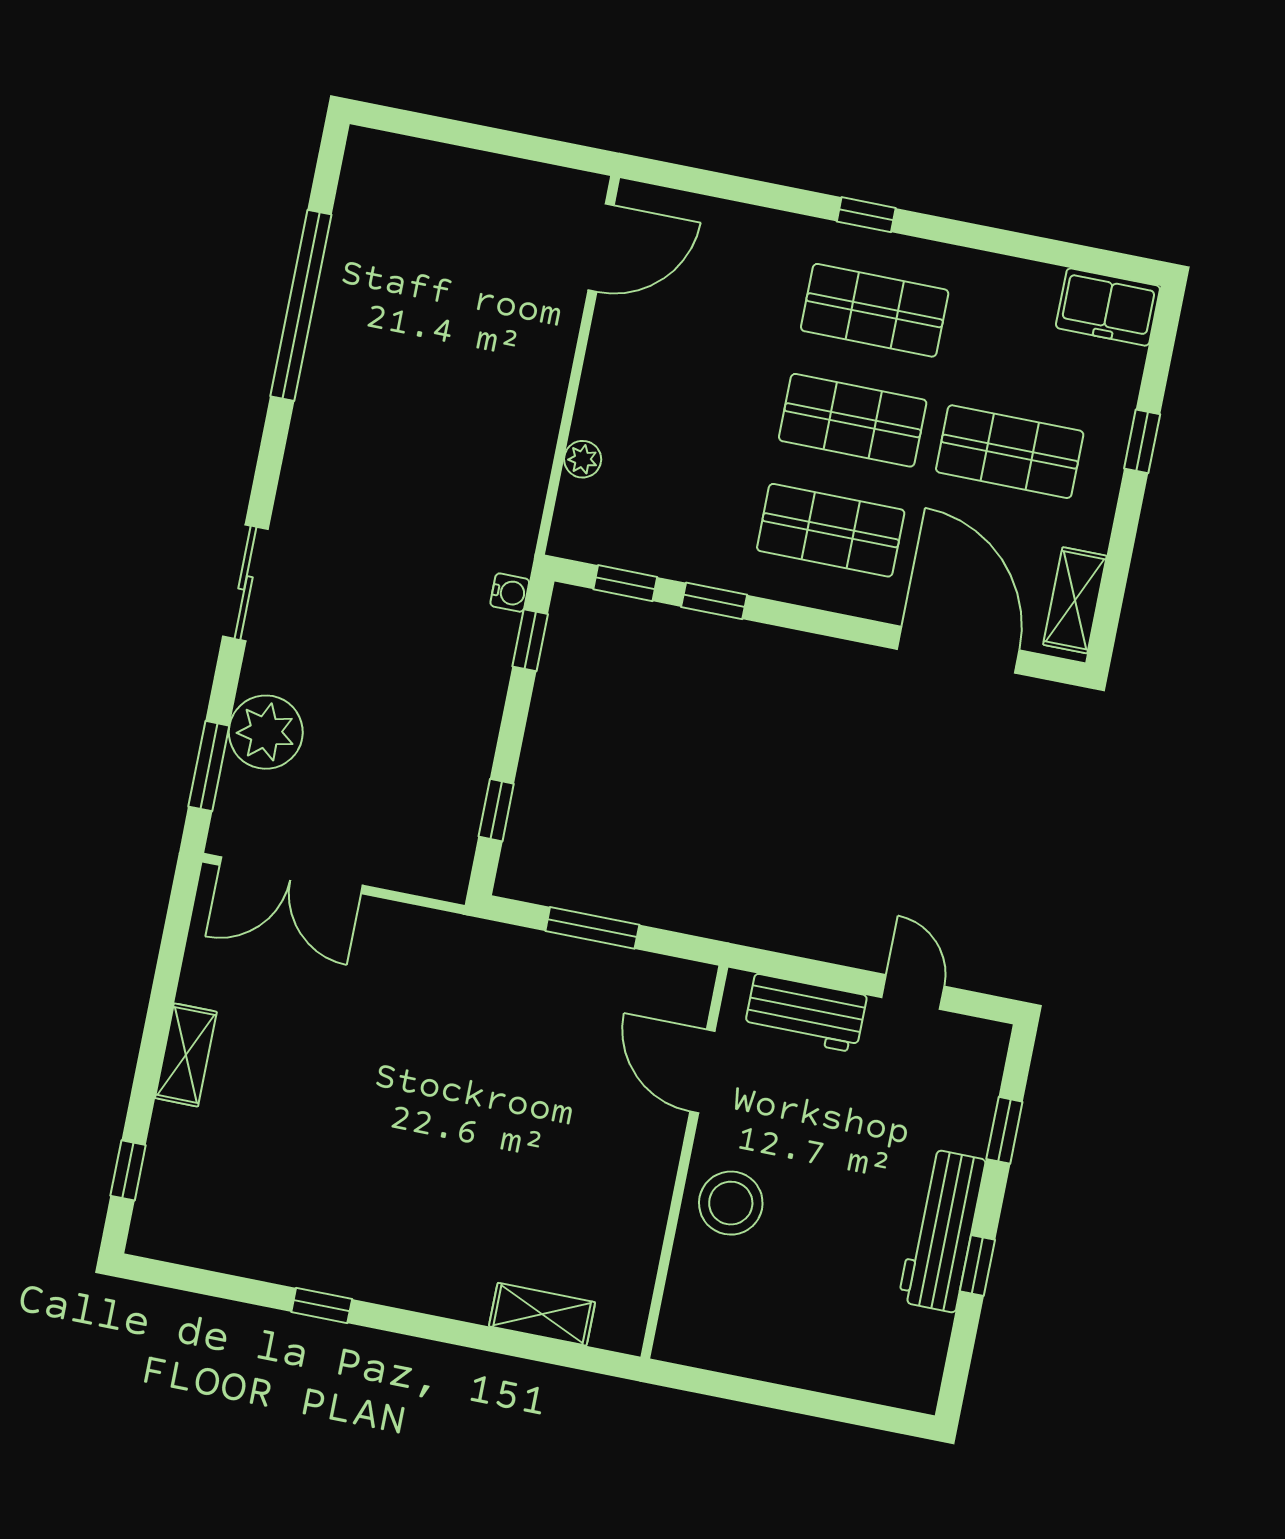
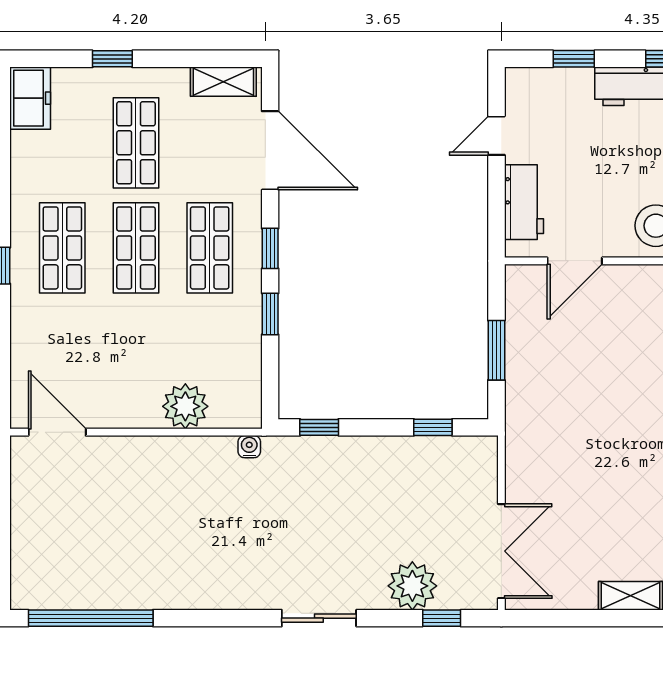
window: (301, 305) -> (91, 618), moved
plant: (583, 459) -> (185, 406), width x1.88, depth x1.88
window: (625, 583) -> (270, 248), moved
water cooler: (510, 593) -> (249, 447), moved
door: (958, 650) -> (270, 150), swing flipped
window: (209, 766) -> (442, 618), width x0.67

